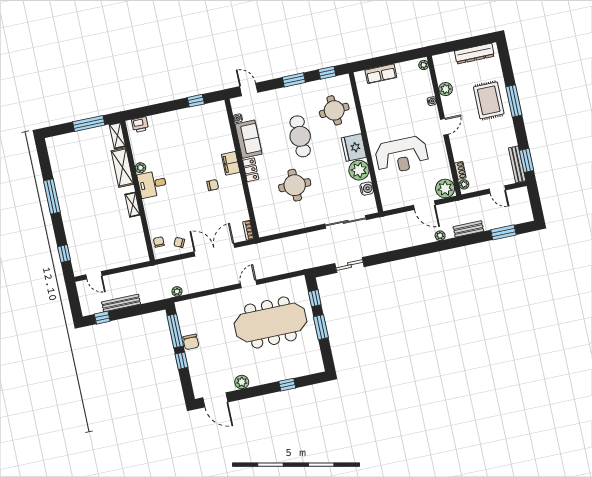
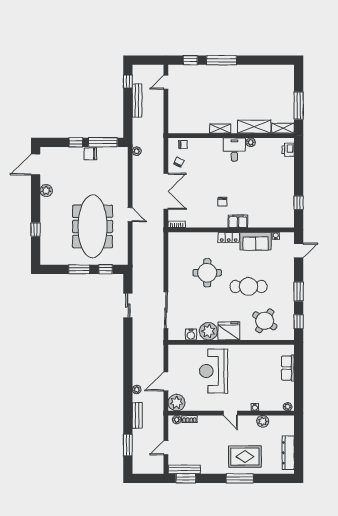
round table: (334, 110) -> (265, 321), turned 38
window: (52, 196) -> (222, 60), moved

